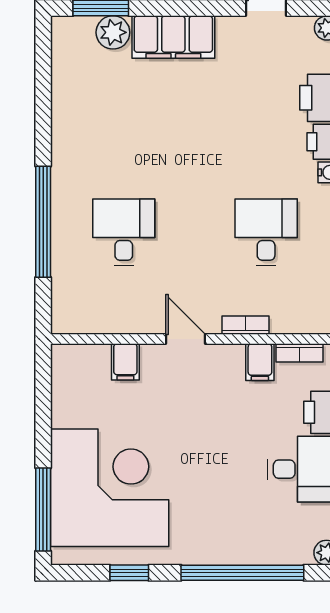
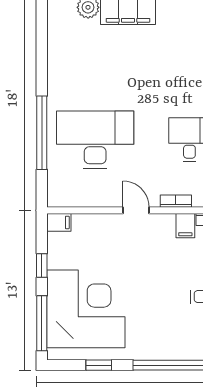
desk: (124, 232) -> (95, 140), width x1.87, depth x1.30
filing cabinet: (125, 362) -> (59, 222), moved, turned -90
window: (43, 422) -> (42, 265), added

